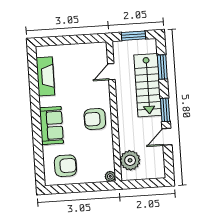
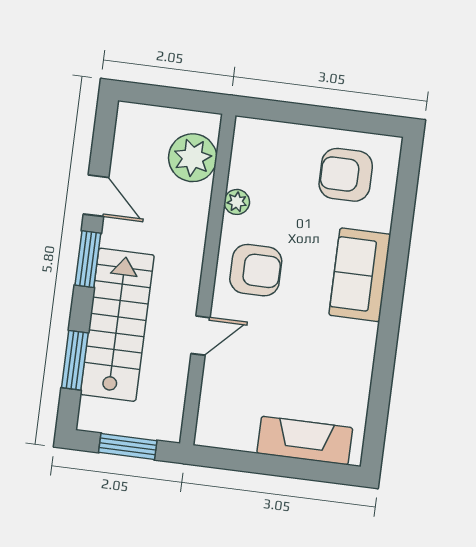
door: (111, 72) -> (201, 336), moved
fireplace: (45, 76) -> (305, 440), moved, turned 90
door: (167, 137) -> (96, 196), hinge flipped
plant: (110, 176) -> (237, 202), moved

